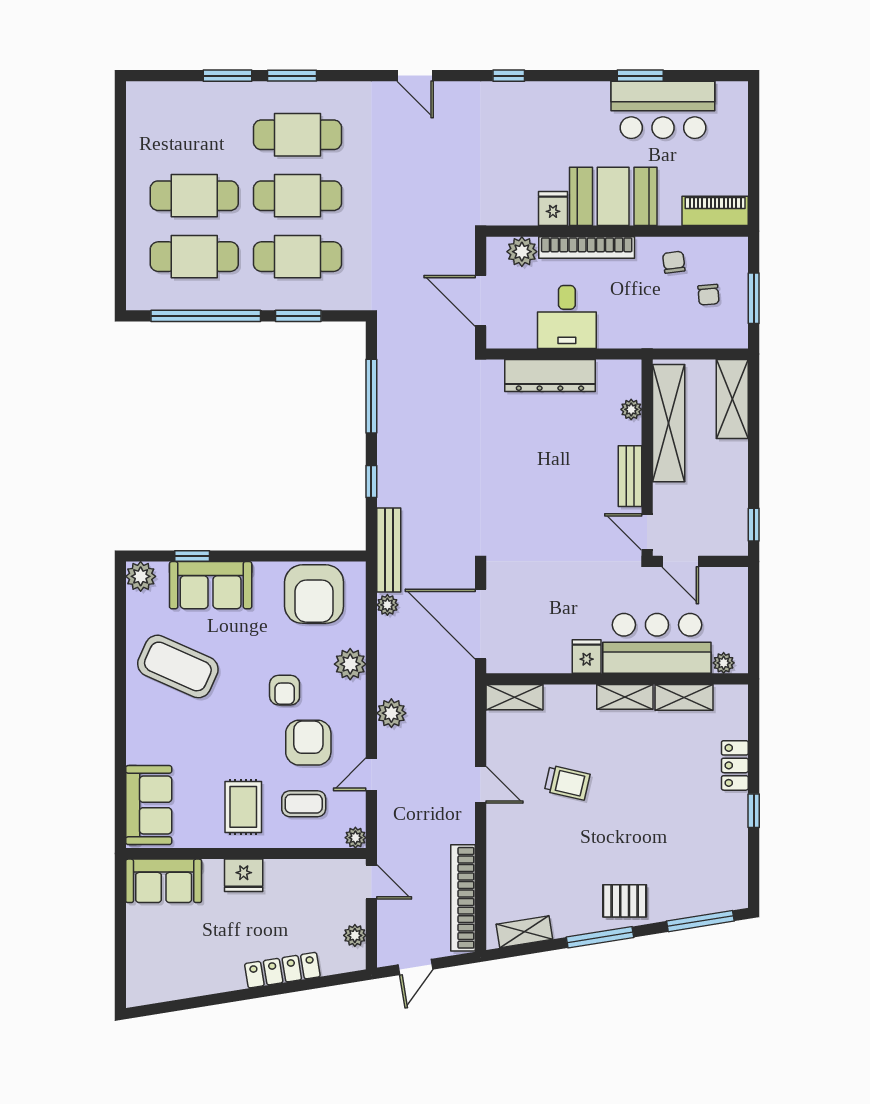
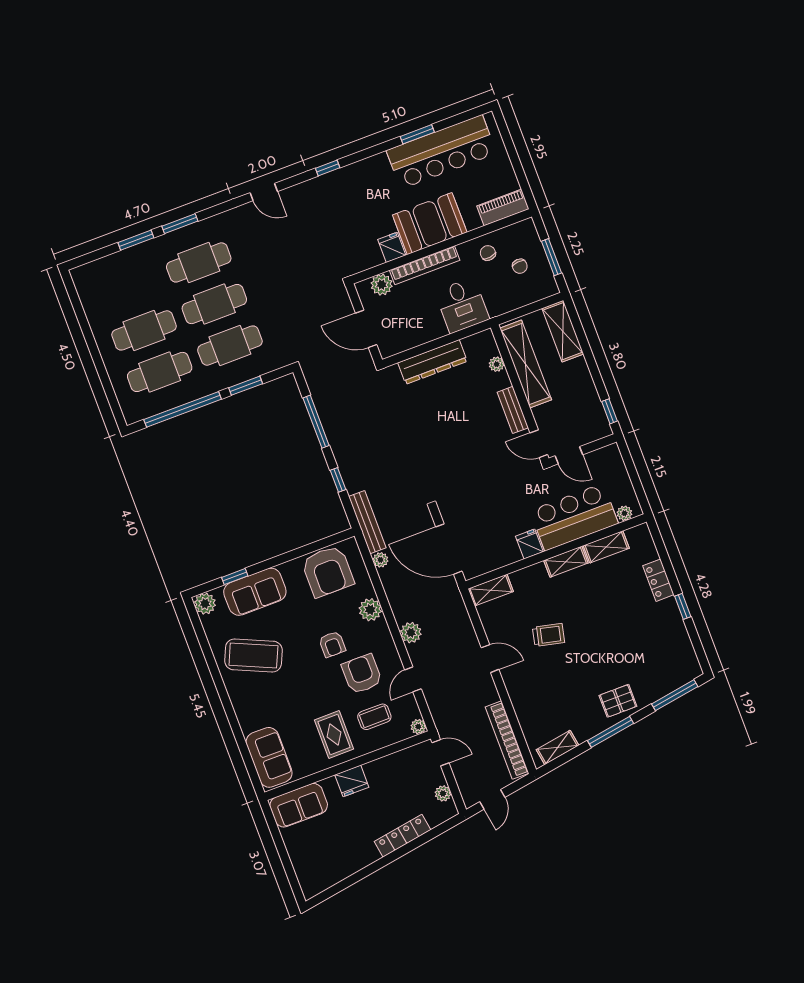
bar counter: (663, 110) -> (441, 152), width x1.36
desk: (567, 317) -> (462, 305), moved

